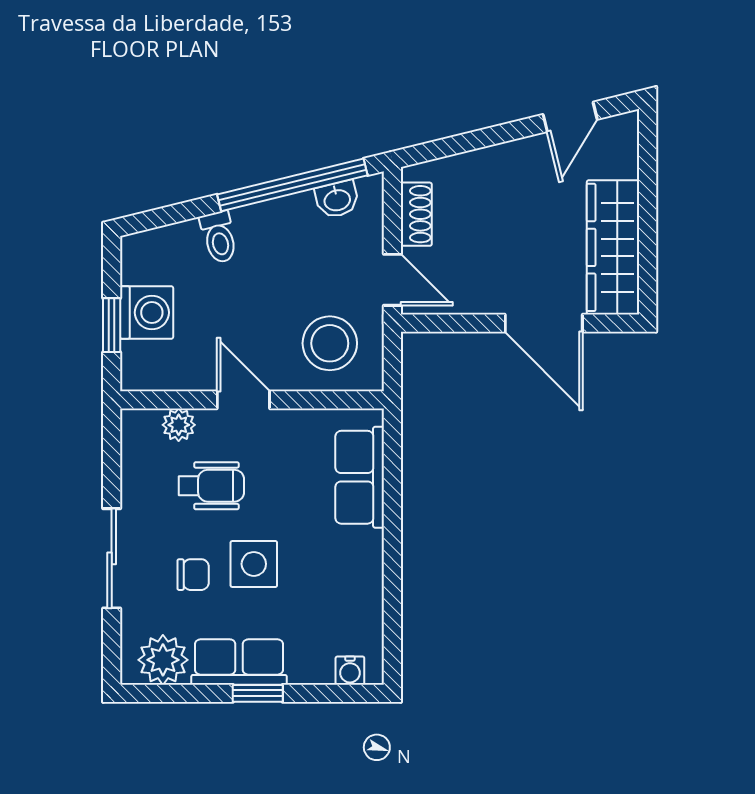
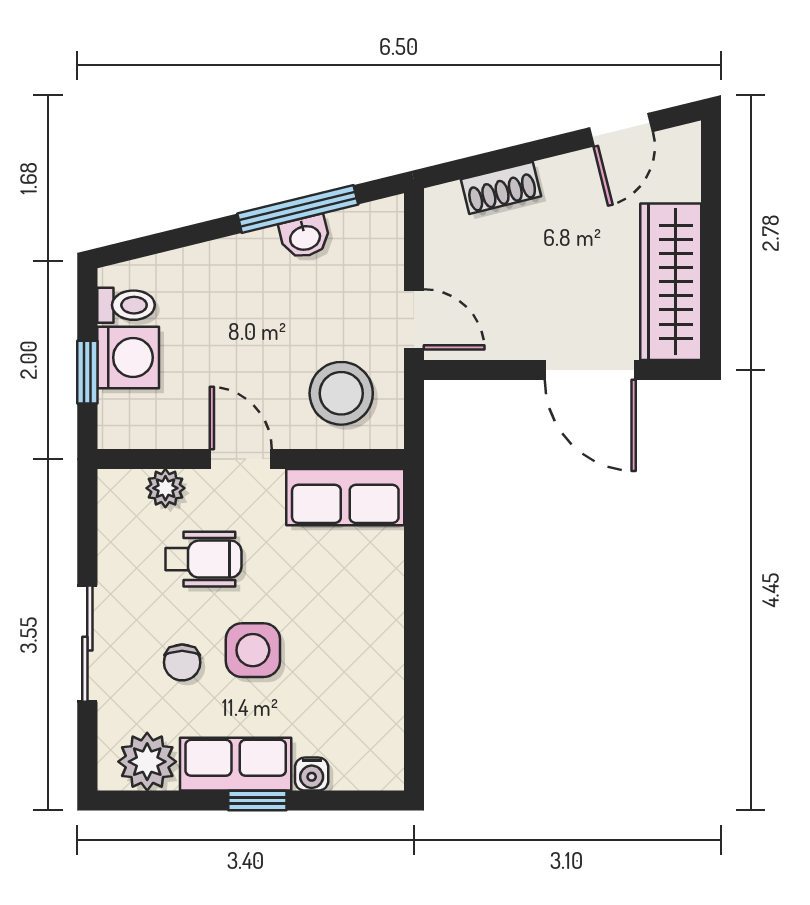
window: (292, 185) -> (298, 209), width x0.68
washbasin: (337, 199) -> (305, 237), moved
shoe rack: (416, 214) -> (501, 188), moved, turned 76
toilet: (219, 237) -> (126, 305), moved, turned -76
row of seats: (360, 477) -> (345, 497), moved, turned -90
chair: (193, 575) -> (182, 662), turned 90
water cooler: (350, 671) -> (312, 774), moved

